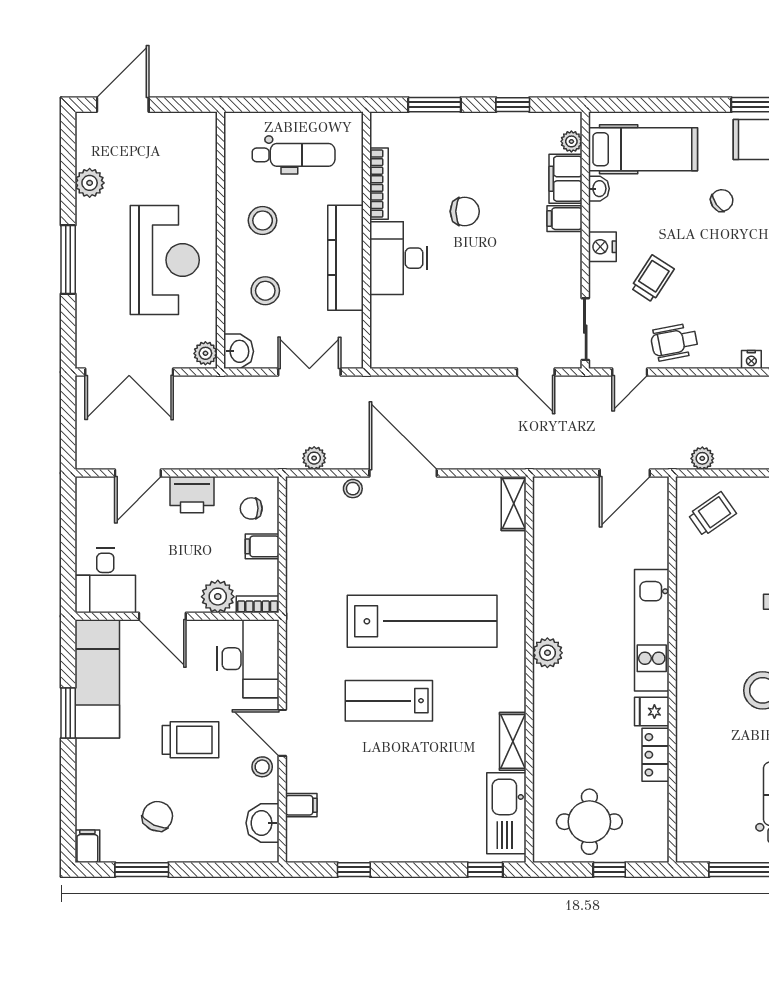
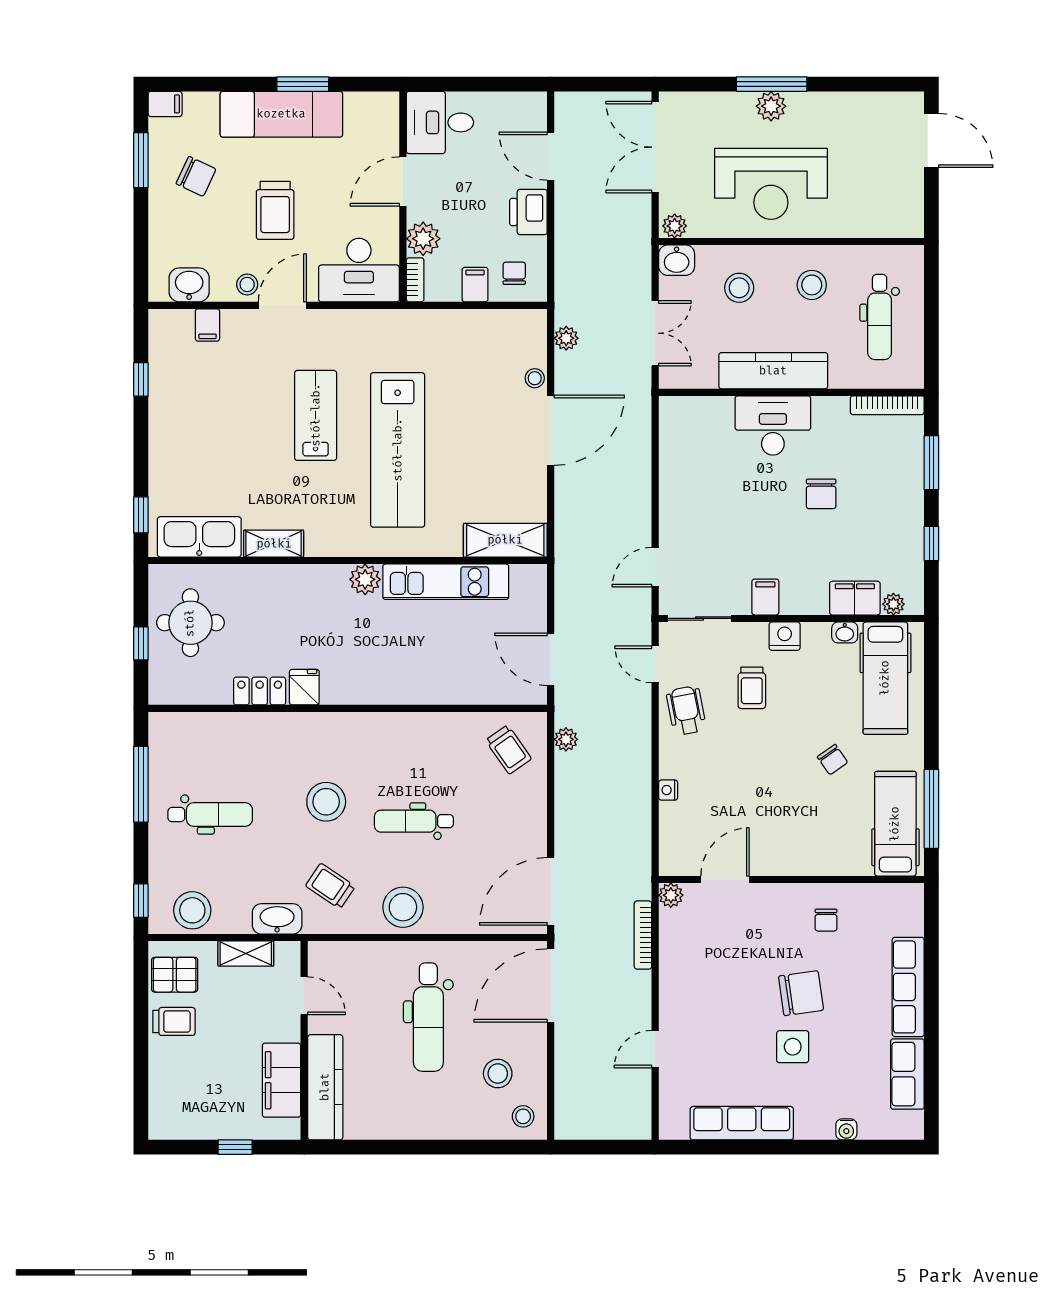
plant: (90, 183) -> (771, 106), moved
bookcase: (379, 184) -> (887, 405), moved
filing cabinet: (565, 219) -> (765, 597), moved
trolley: (652, 278) -> (752, 688), turned 57
shelving: (514, 504) -> (505, 540), width x1.50, depth x1.33
kitchen unit: (652, 630) -> (446, 582), moved, turned 180
exam couch: (97, 679) -> (281, 114), moved

